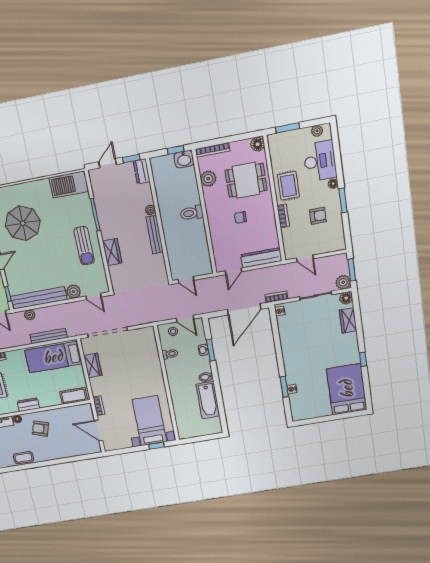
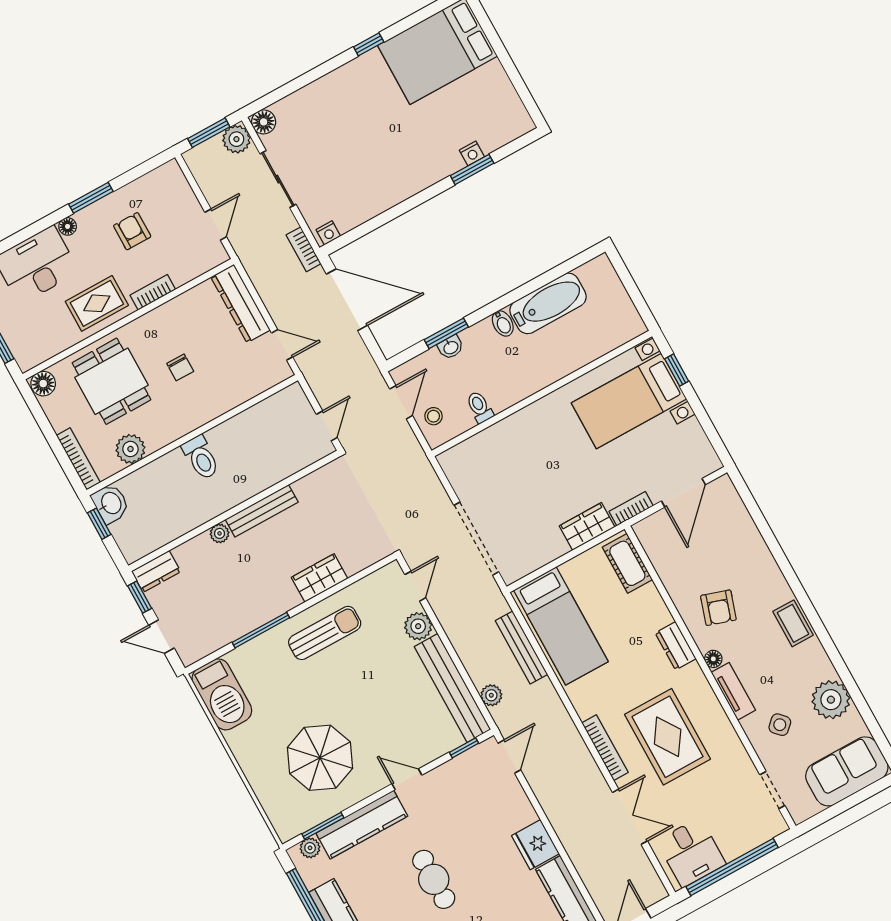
wardrobe: (348, 320) -> (304, 102), removed
wardrobe: (93, 365) -> (587, 526), moved

